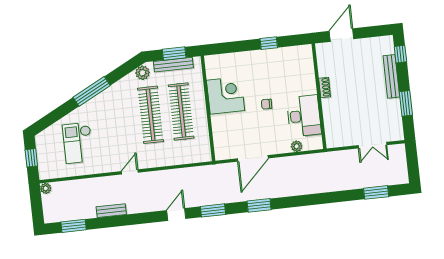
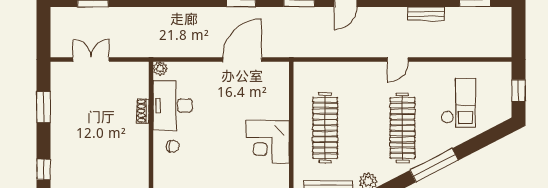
bench: (391, 76) -> (58, 143), removed
shoe rack: (325, 87) -> (143, 111), moved
chair: (267, 104) -> (173, 146), moved
clothes rail: (151, 115) -> (403, 128), moved
plant: (297, 146) -> (160, 69), moved
plant: (46, 188) -> (505, 51), removed

